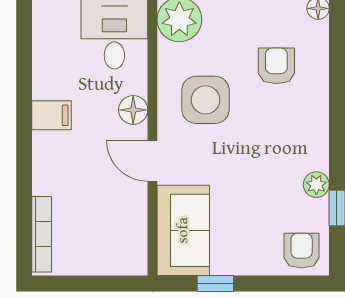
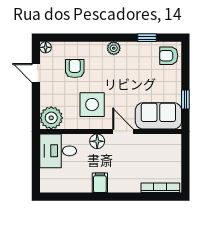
armchair: (276, 66) -> (75, 69), turned 90
door: (152, 161) -> (123, 132), swing flipped
plant: (316, 185) -> (114, 48), moved

